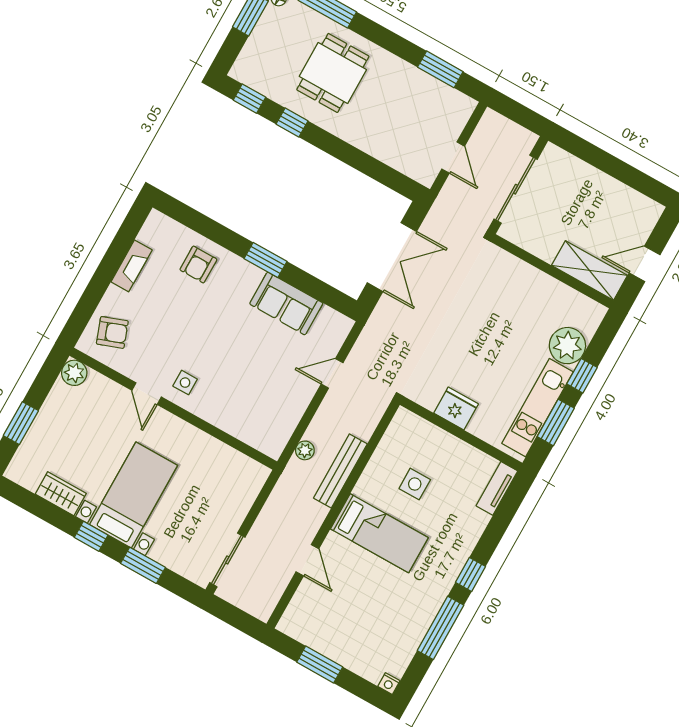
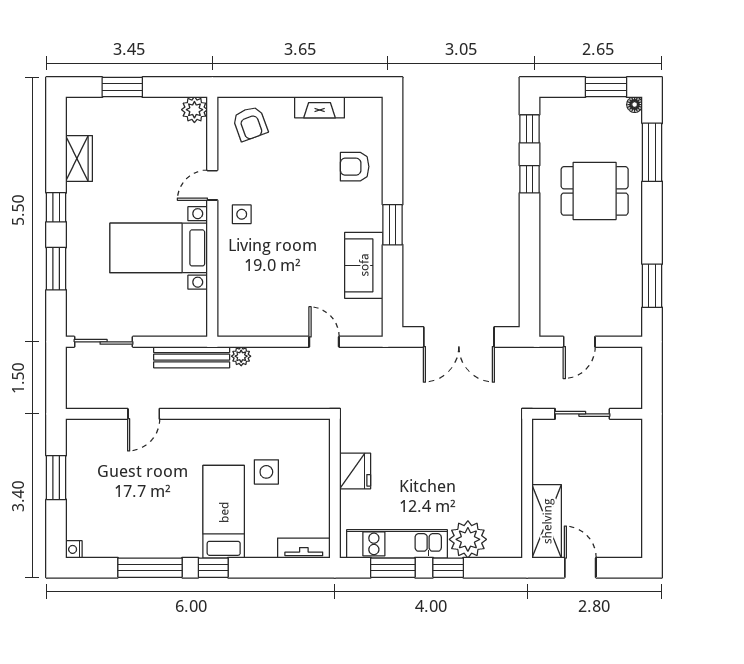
sliding door: (516, 189) -> (582, 414), width x0.73
bench: (340, 471) -> (192, 357), moved
bed with nightstands: (134, 495) -> (159, 248), moved, turned 180
bed: (379, 533) -> (224, 512), moved, turned 180

